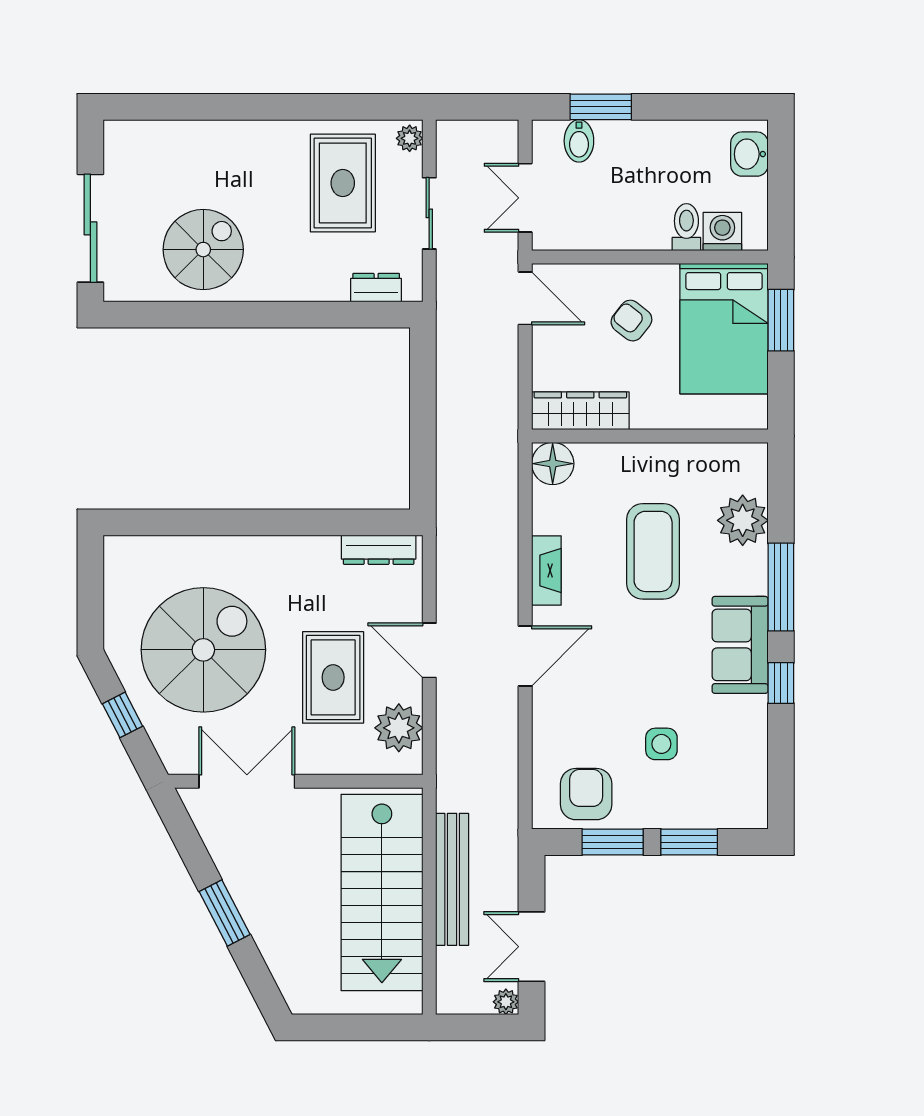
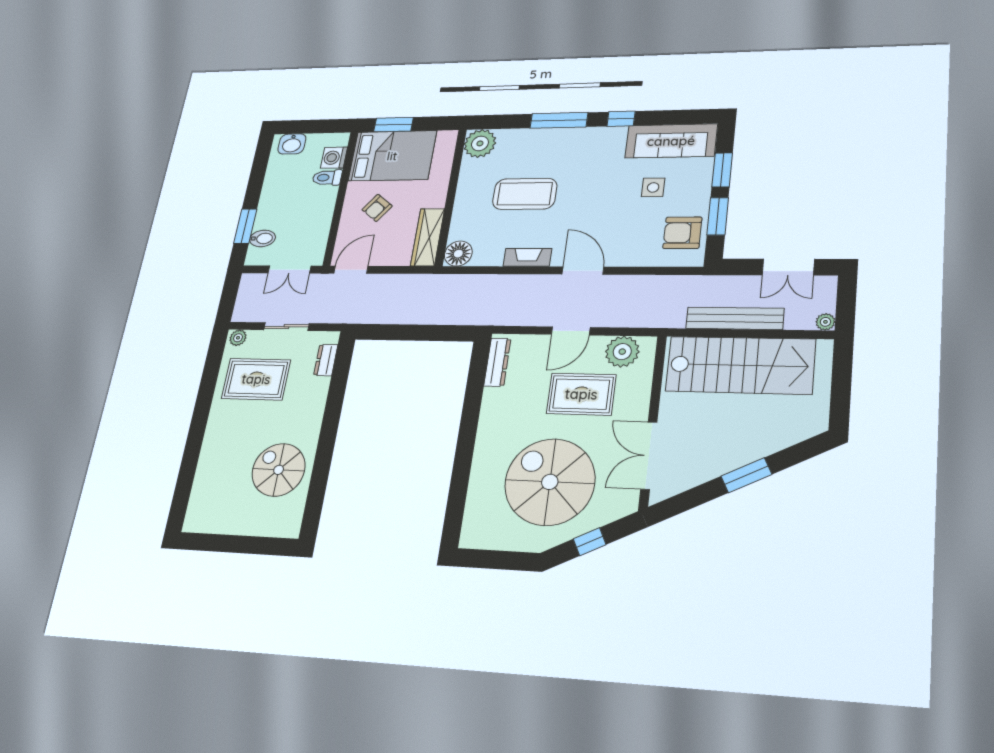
sliding door: (90, 228) -> (249, 545), removed
plant: (743, 520) -> (480, 143), moved
sofa: (740, 645) -> (671, 141), moved, width x1.36
plant: (506, 1002) -> (825, 322), moved

